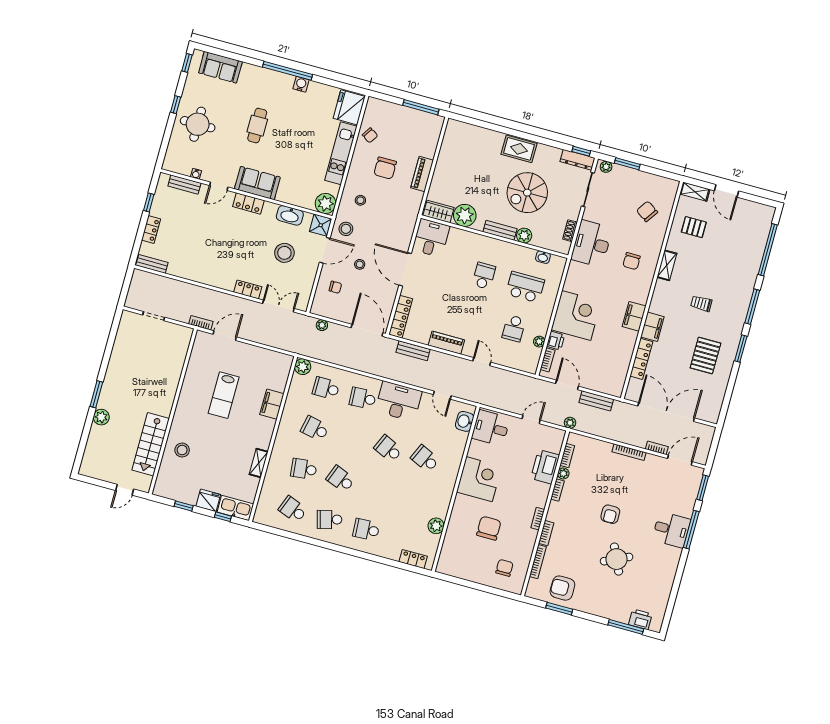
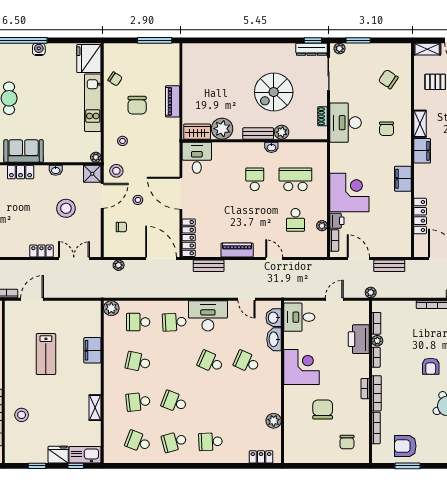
rug: (519, 149) -> (255, 54), removed
plant: (325, 204) -> (96, 157), width x0.53, depth x0.53
washbasin: (290, 215) -> (56, 170), width x0.52, depth x0.69
washbasin: (543, 257) -> (271, 147), moved
filing cabinet: (652, 327) -> (422, 151), moved
washbasin: (459, 443) -> (274, 339), added
bookcase: (546, 533) -> (376, 393), width x1.56
chair: (504, 568) -> (347, 442), turned 180

